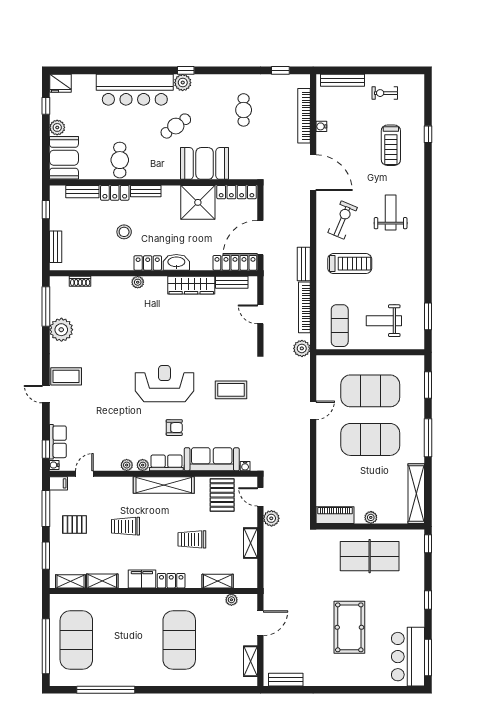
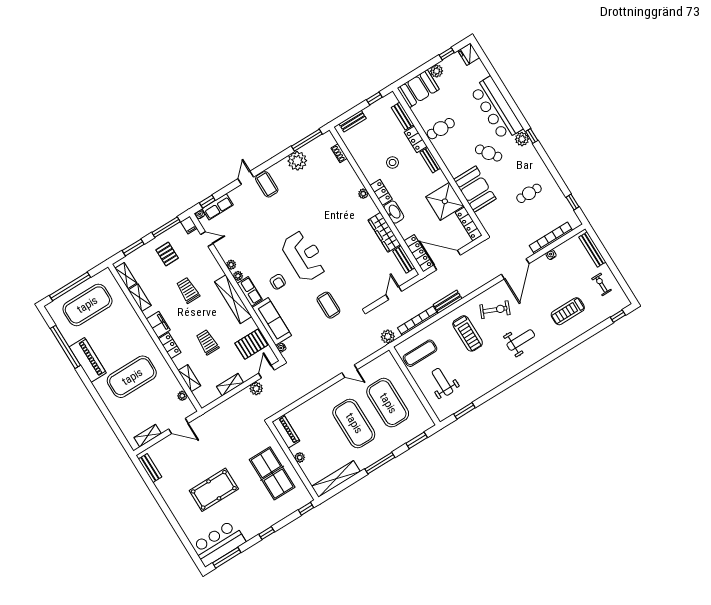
window: (428, 134) -> (618, 316), moved
piano: (134, 675) -> (88, 360), added

